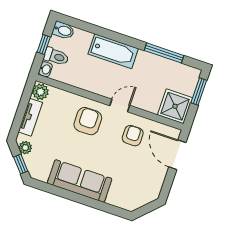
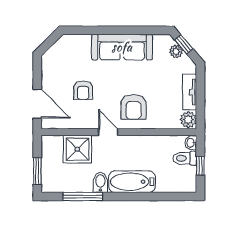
bidet: (63, 30) -> (100, 182), moved, turned 90
door: (120, 106) -> (108, 132), swing flipped
shower: (175, 106) -> (77, 149), moved
armchair: (133, 136) -> (83, 90), moved
plant: (25, 148) -> (176, 51), moved

